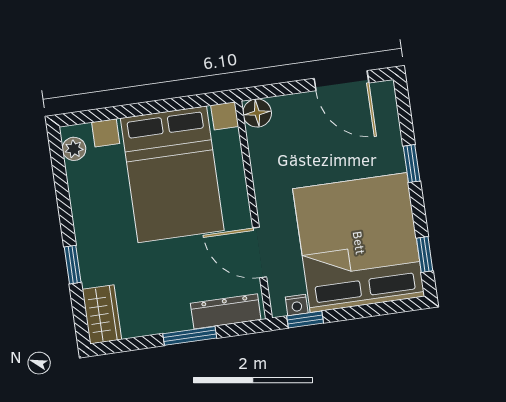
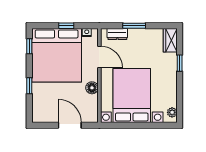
door: (341, 81) -> (70, 125), moved
floor lamp: (257, 113) -> (92, 88), moved
dresser: (226, 311) -> (117, 34), width x0.70
window: (305, 319) -> (66, 26), moved

